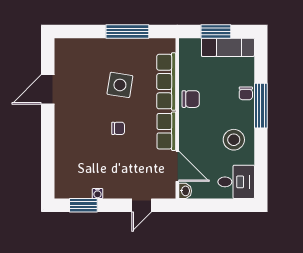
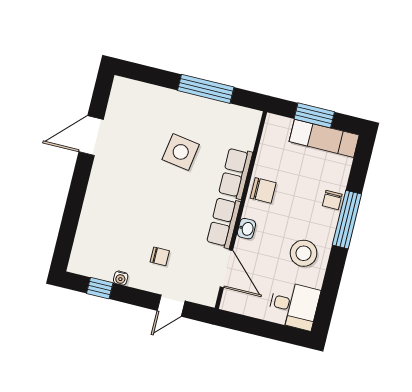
row of seats: (166, 82) -> (236, 173), width x0.68
chair: (118, 128) -> (160, 256), moved
washbasin: (185, 191) -> (246, 229), moved
window: (83, 205) -> (100, 288), width x0.67

